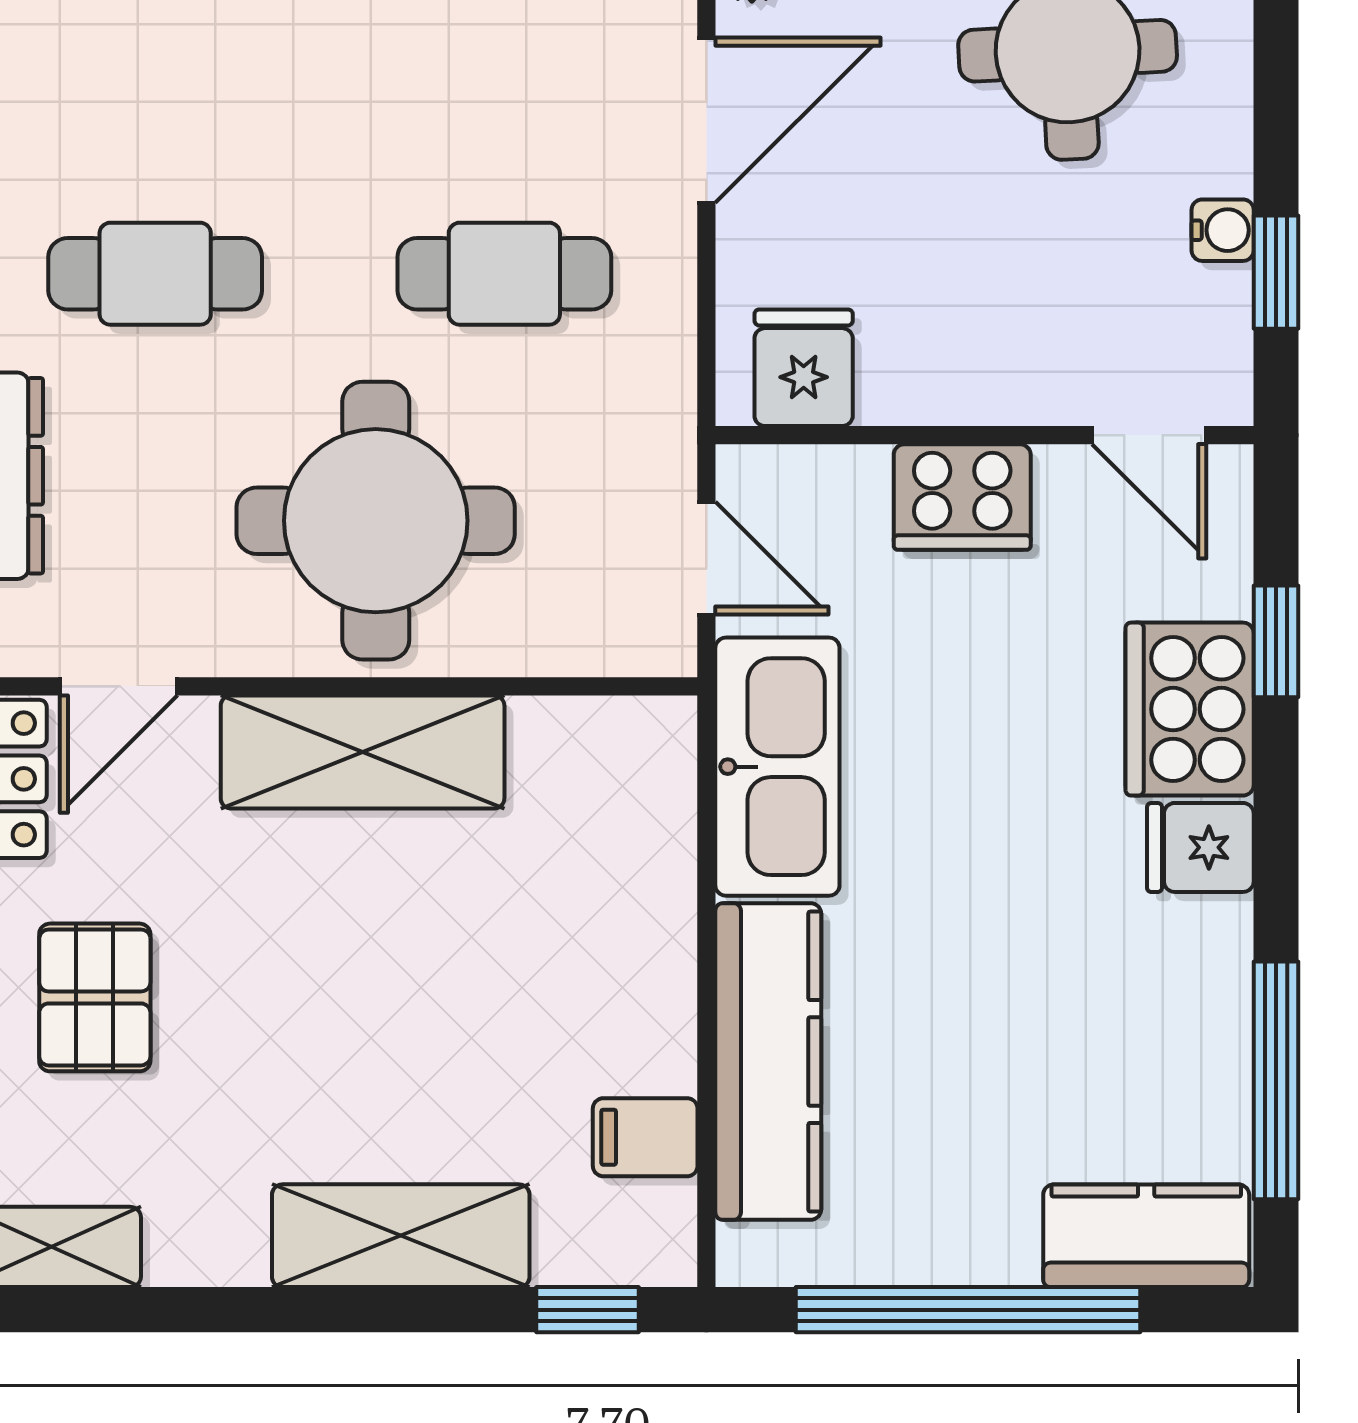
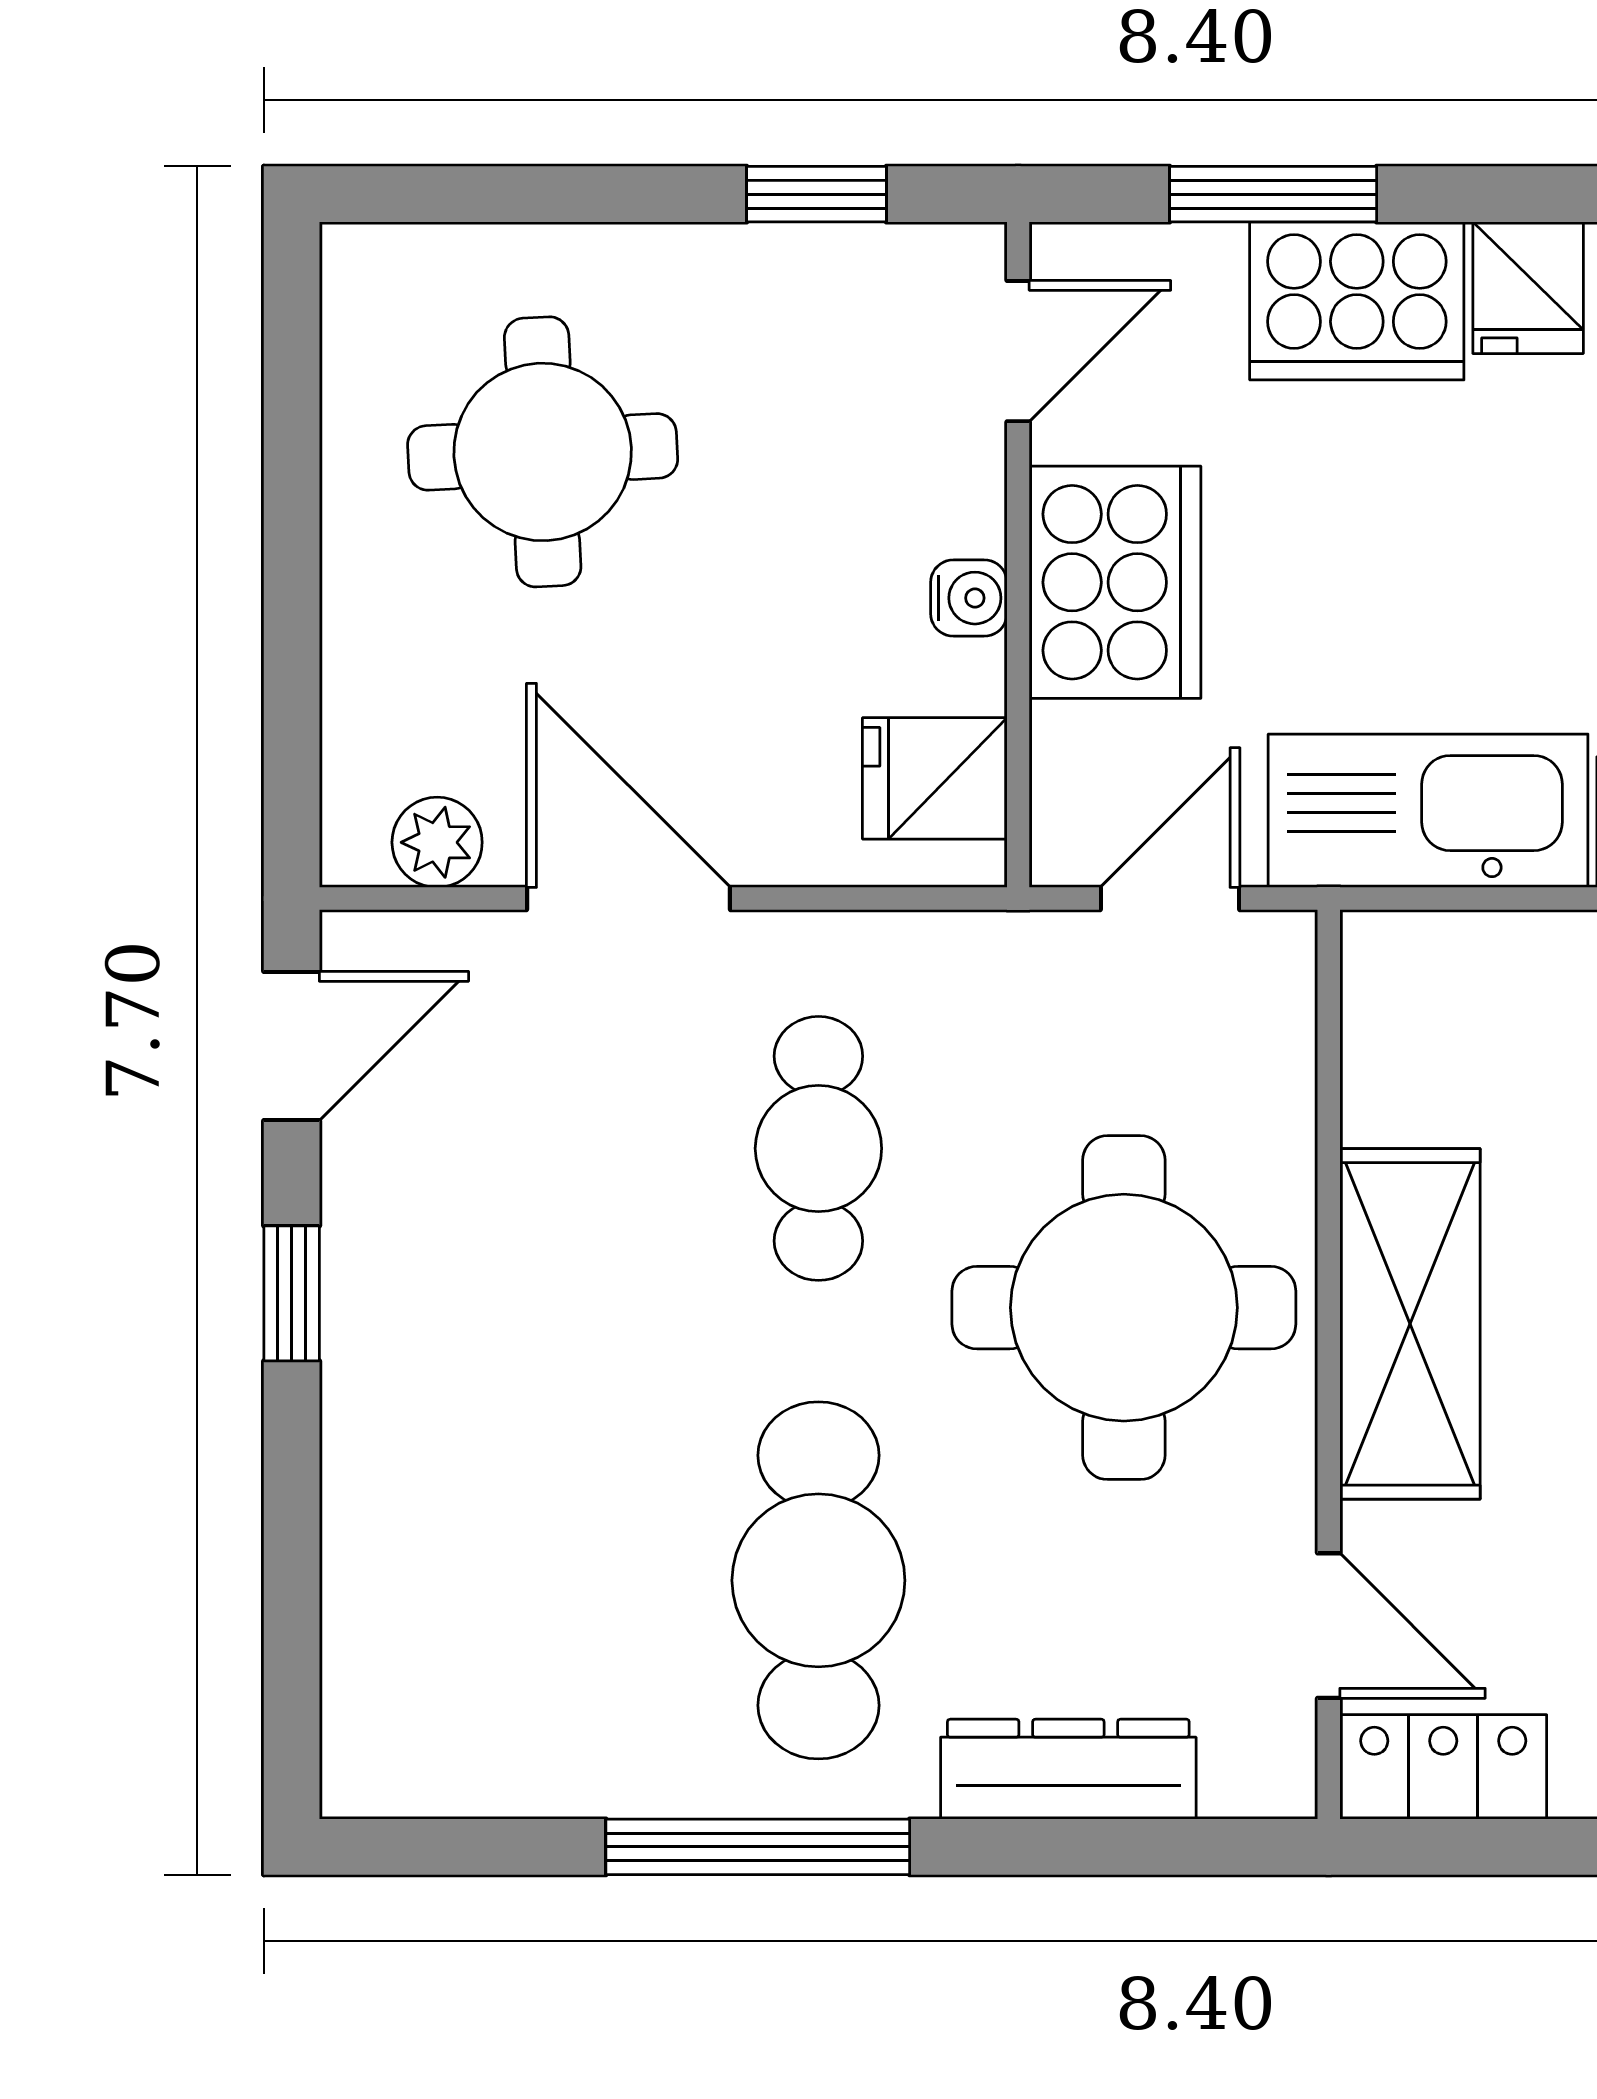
water cooler: (1223, 230) -> (969, 598), moved, turned 90
cafe table: (155, 274) -> (818, 1580), width x1.37, depth x1.35
cooker: (962, 497) -> (1115, 582), width x1.37, depth x1.31
window: (1276, 641) -> (1273, 194), width x1.50

